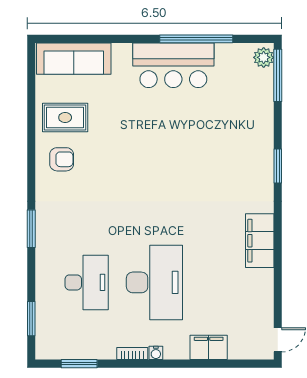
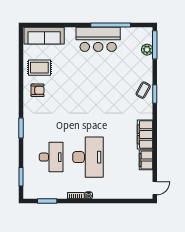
plant: (264, 57) -> (147, 50), moved
coffee table: (256, 159) -> (143, 90), added
filing cabinet: (209, 347) -> (146, 160), moved, turned -90

